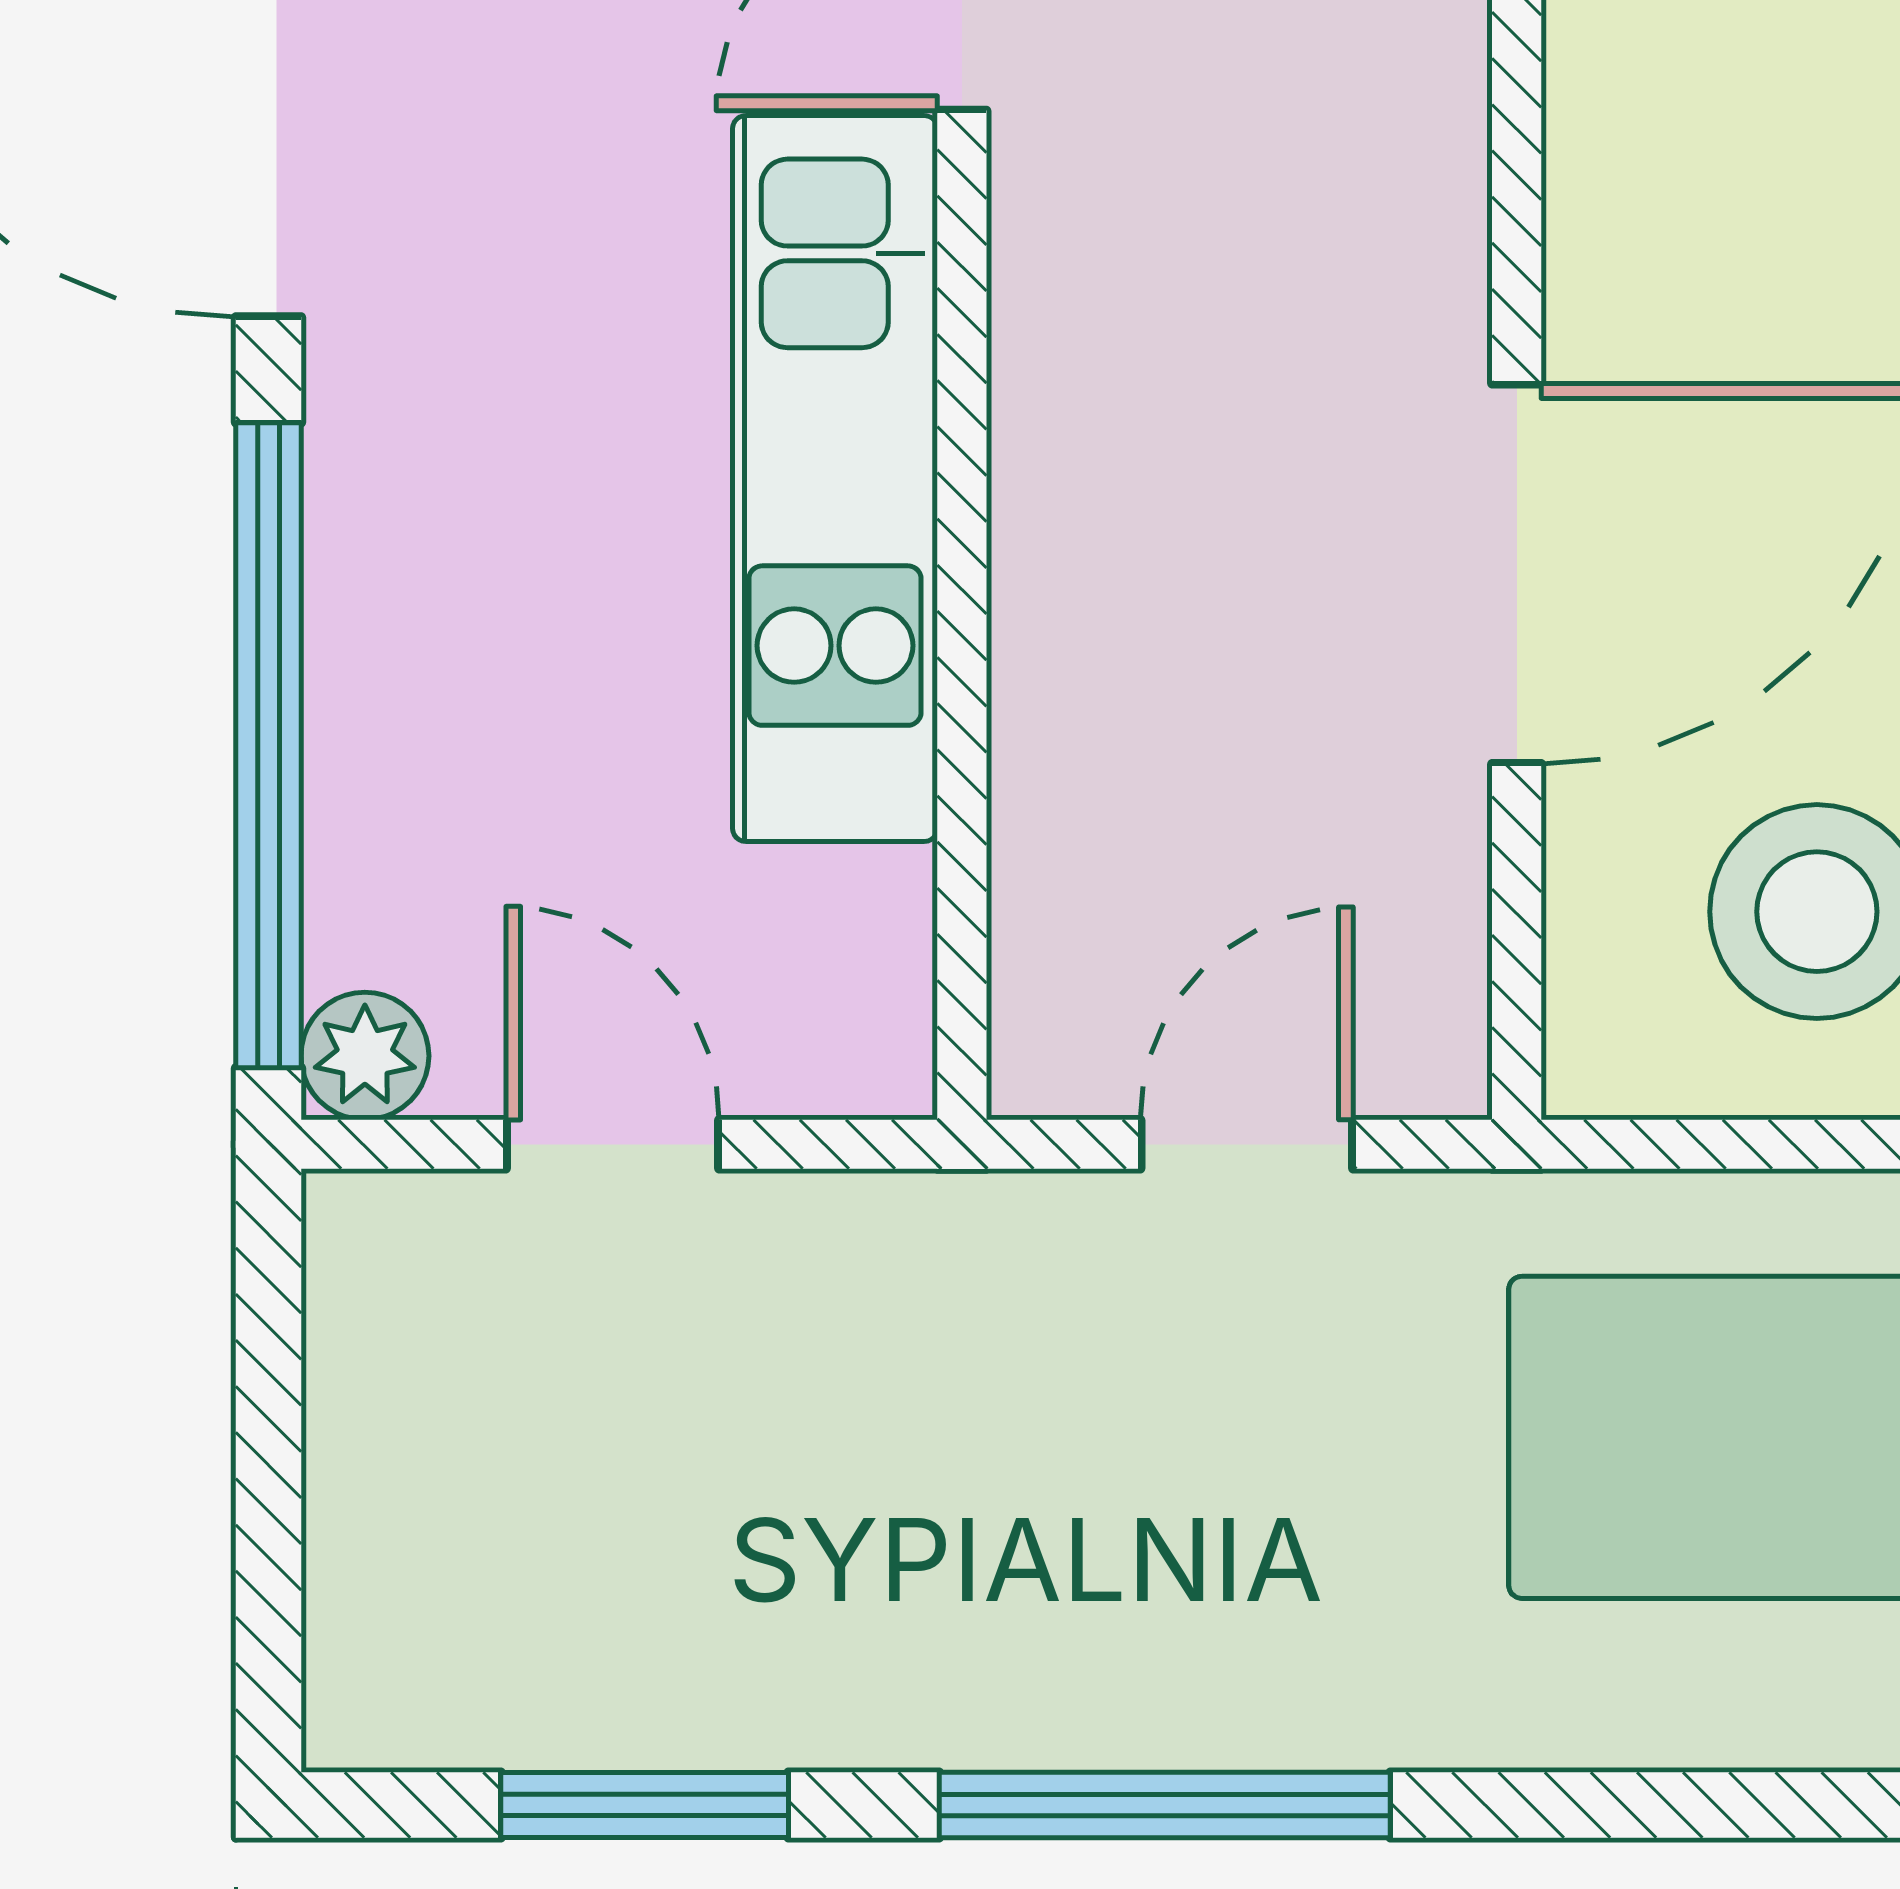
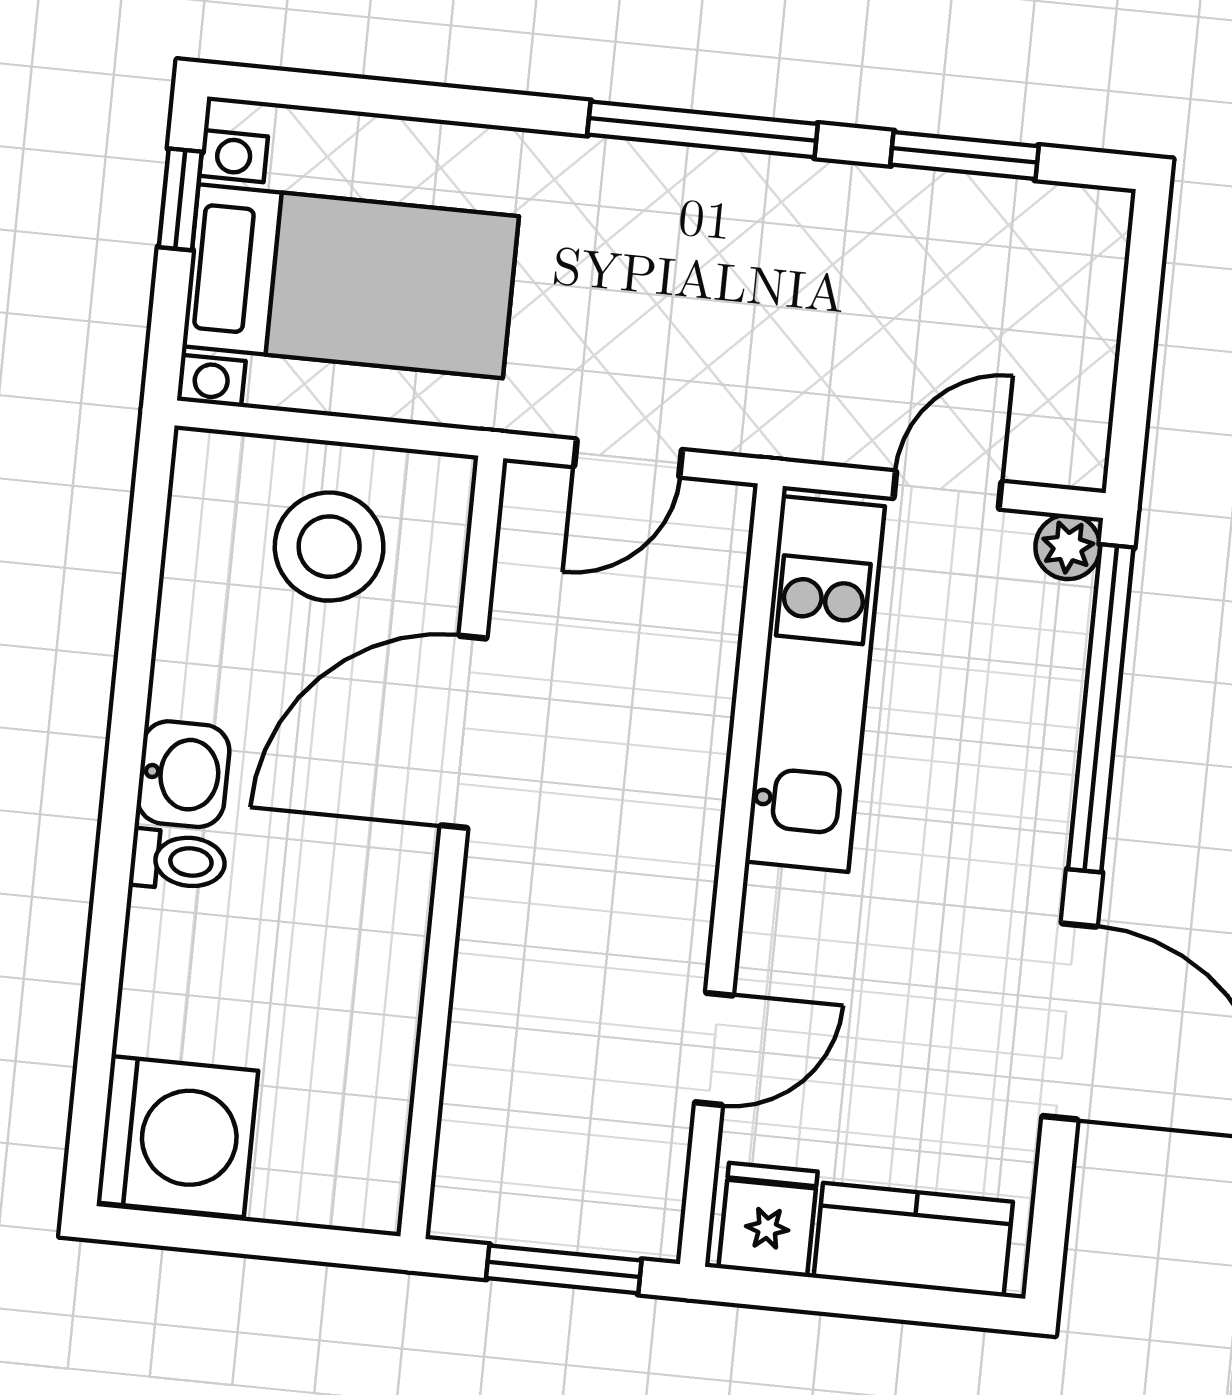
kitchen unit: (835, 479) -> (815, 684), moved
door: (613, 1144) -> (947, 490), swing flipped

